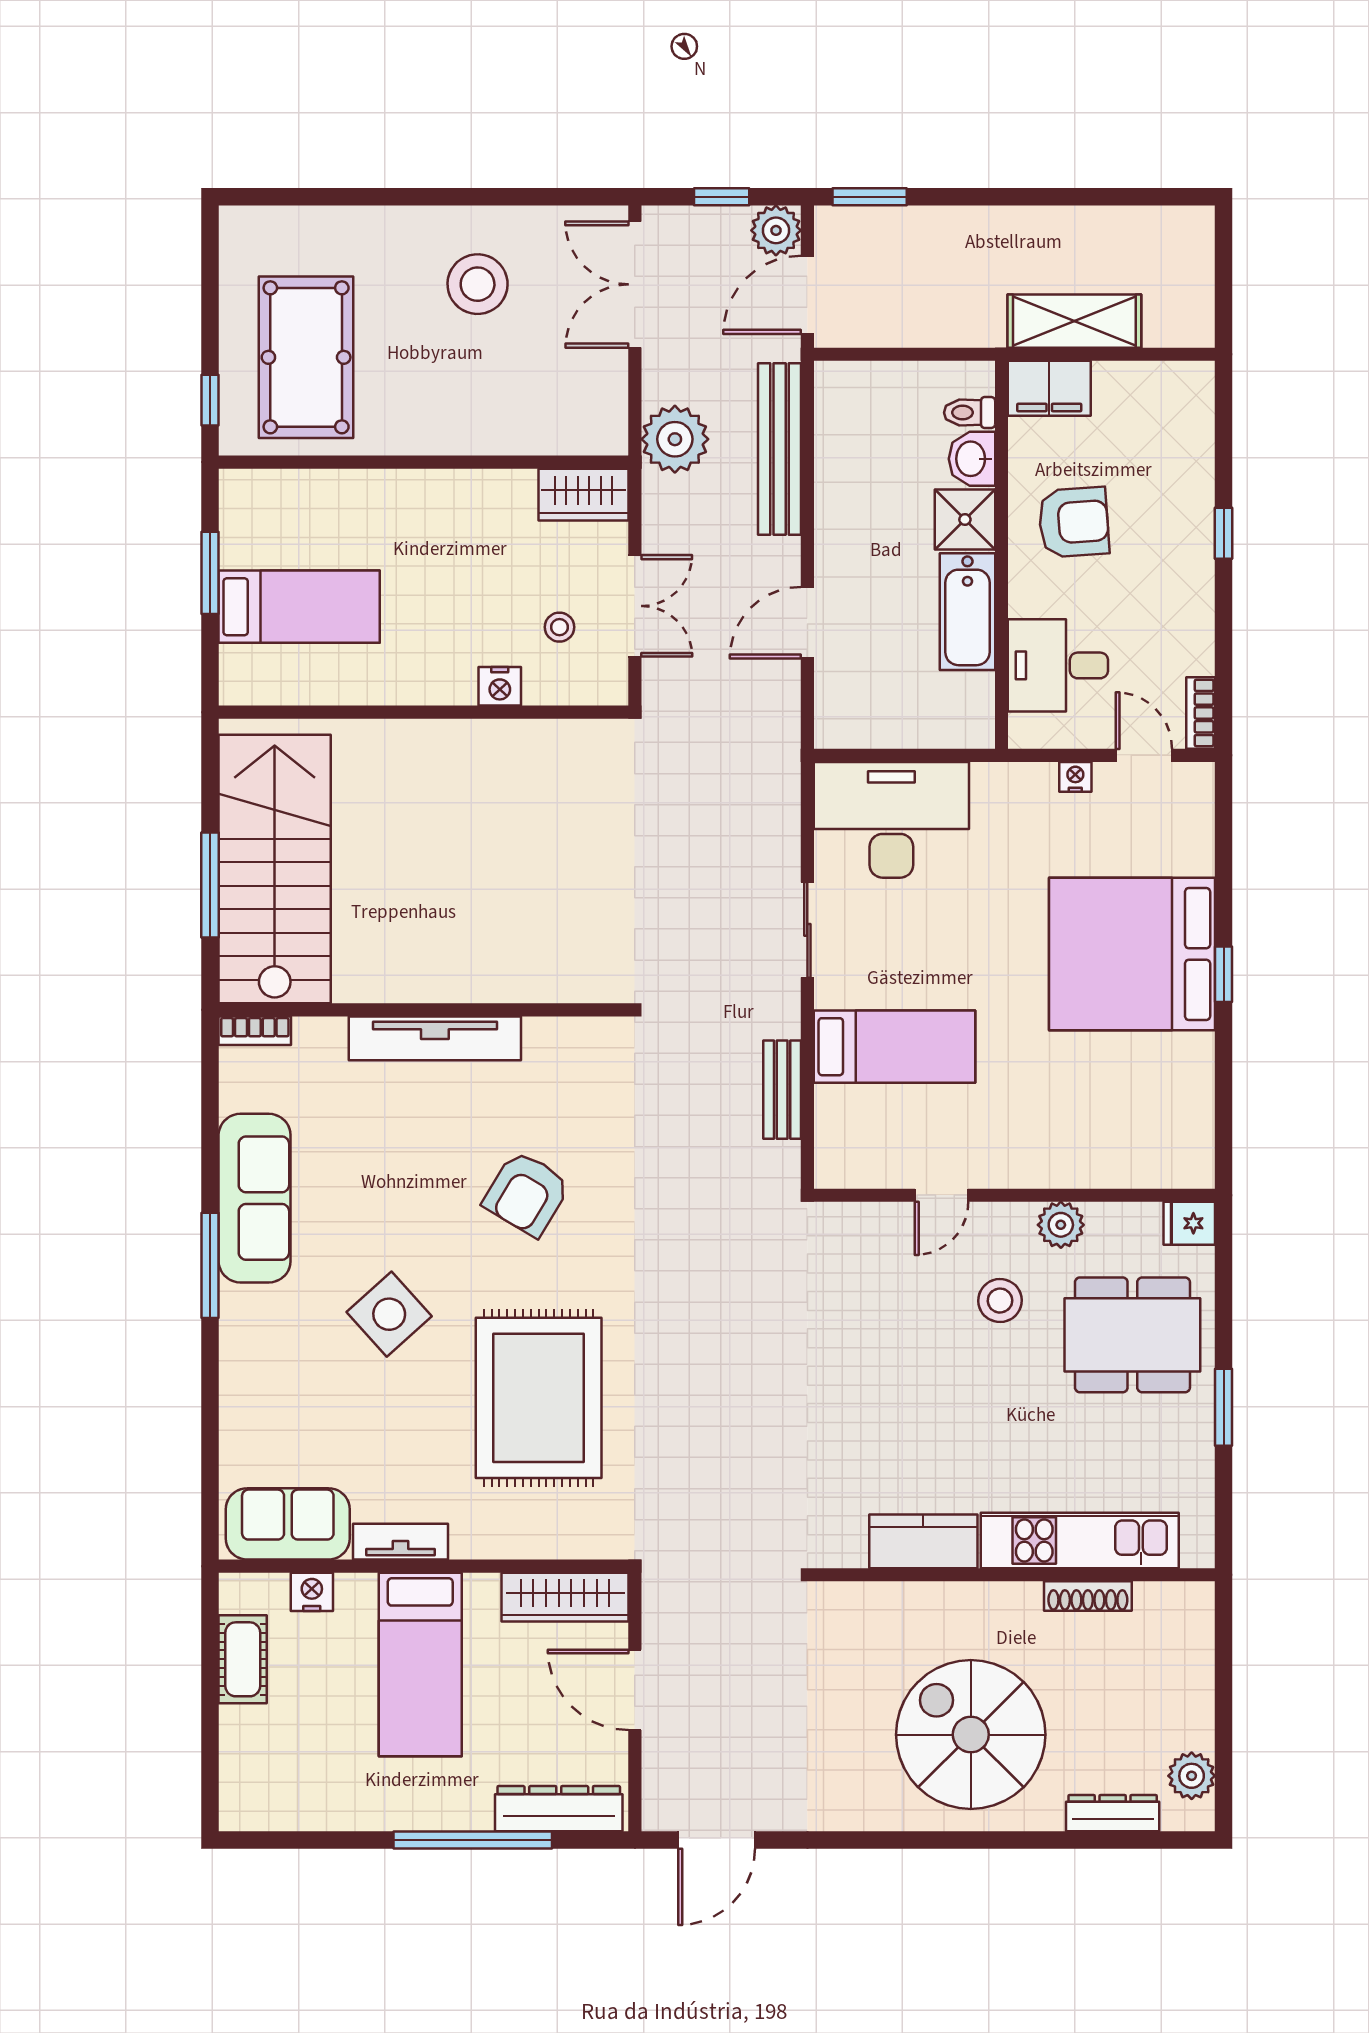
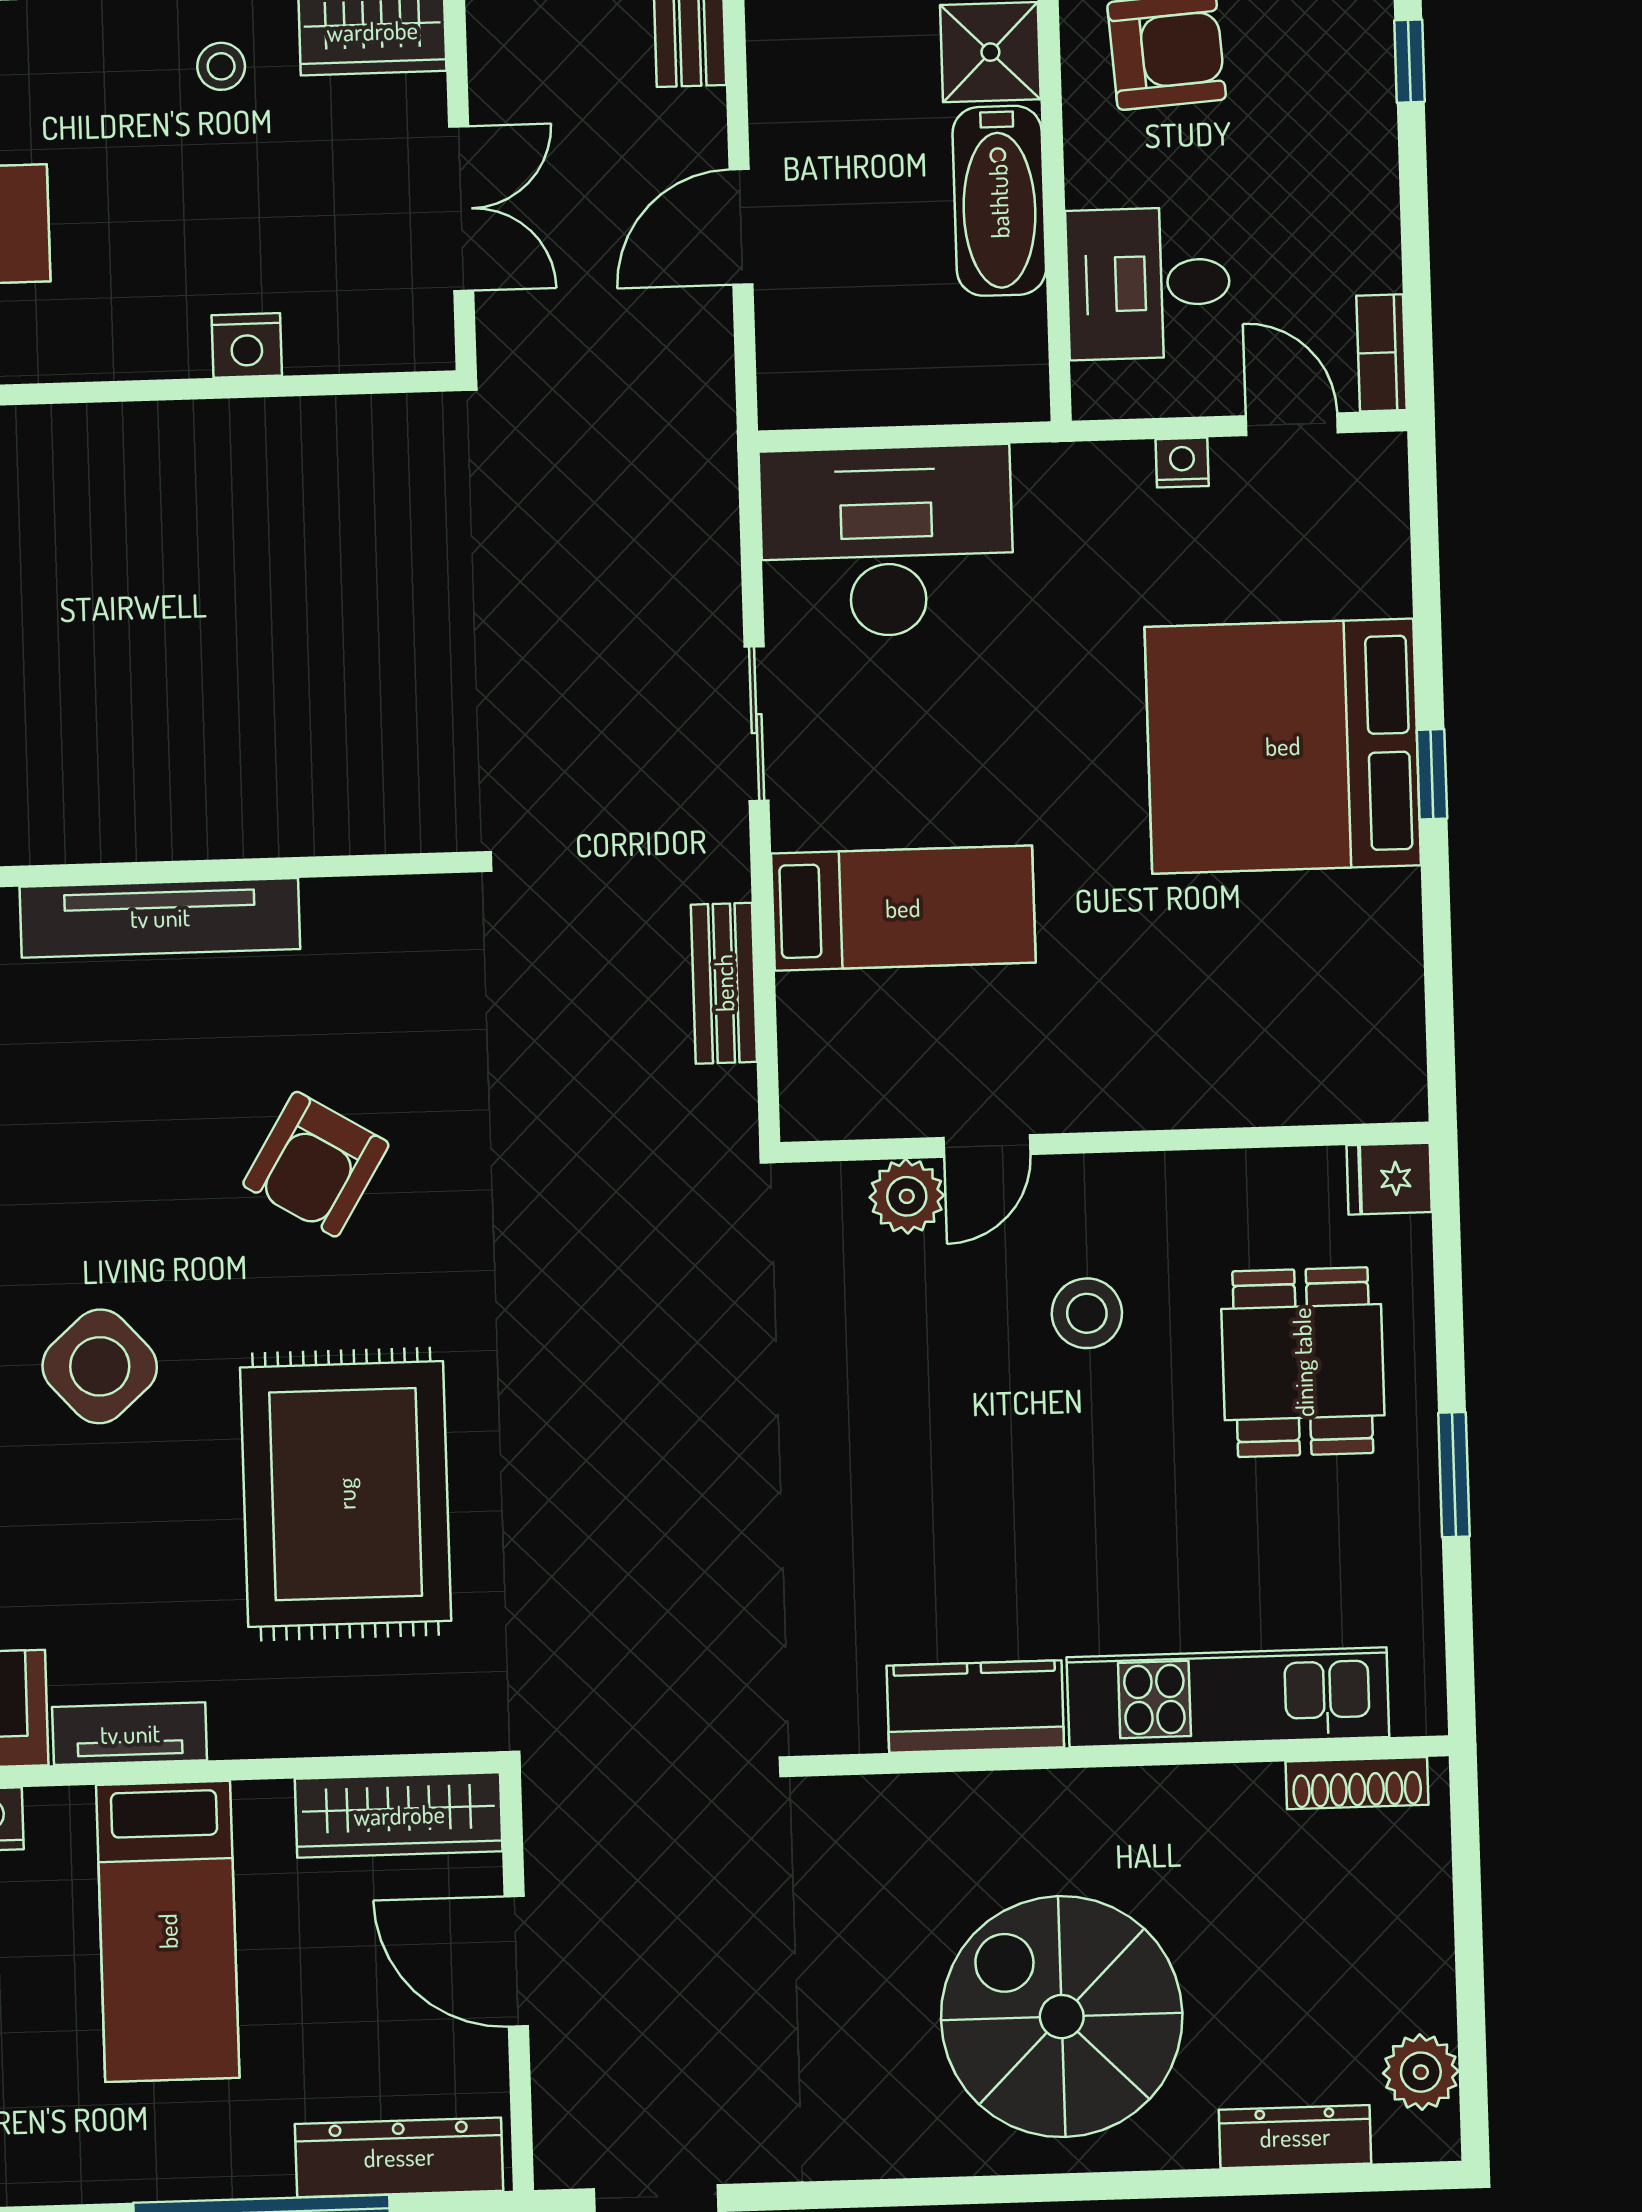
stool: (559, 627) -> (221, 66), moved
plant: (1061, 1225) -> (907, 1196), moved
dining table: (1132, 1335) -> (1303, 1362), width x0.73
shoe rack: (1088, 1596) -> (1357, 1783), moved

